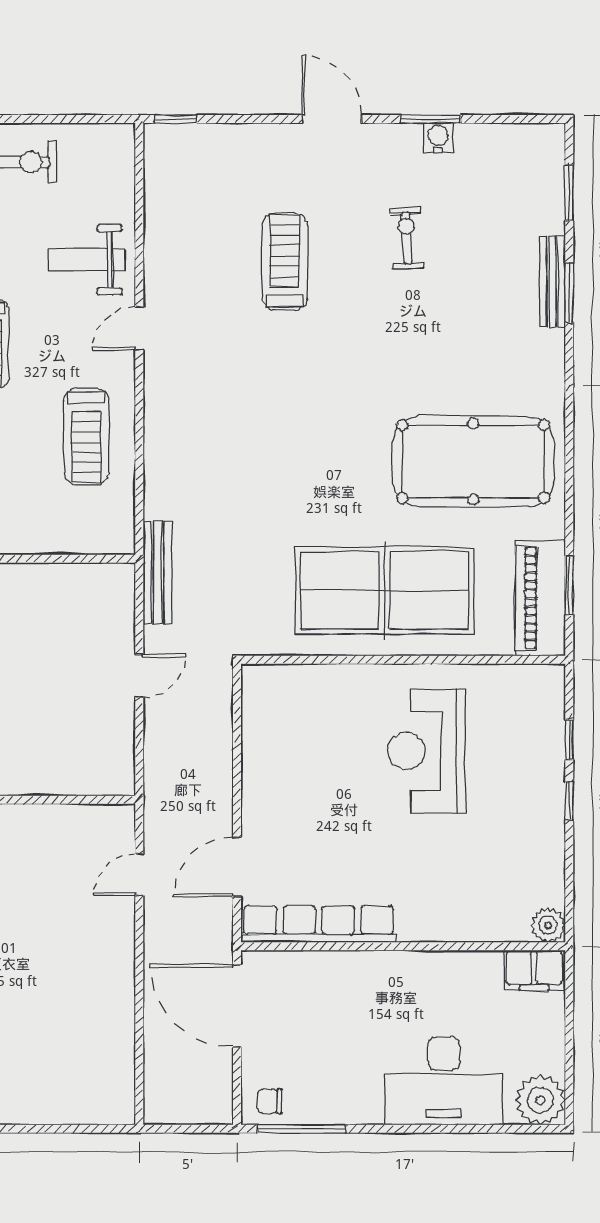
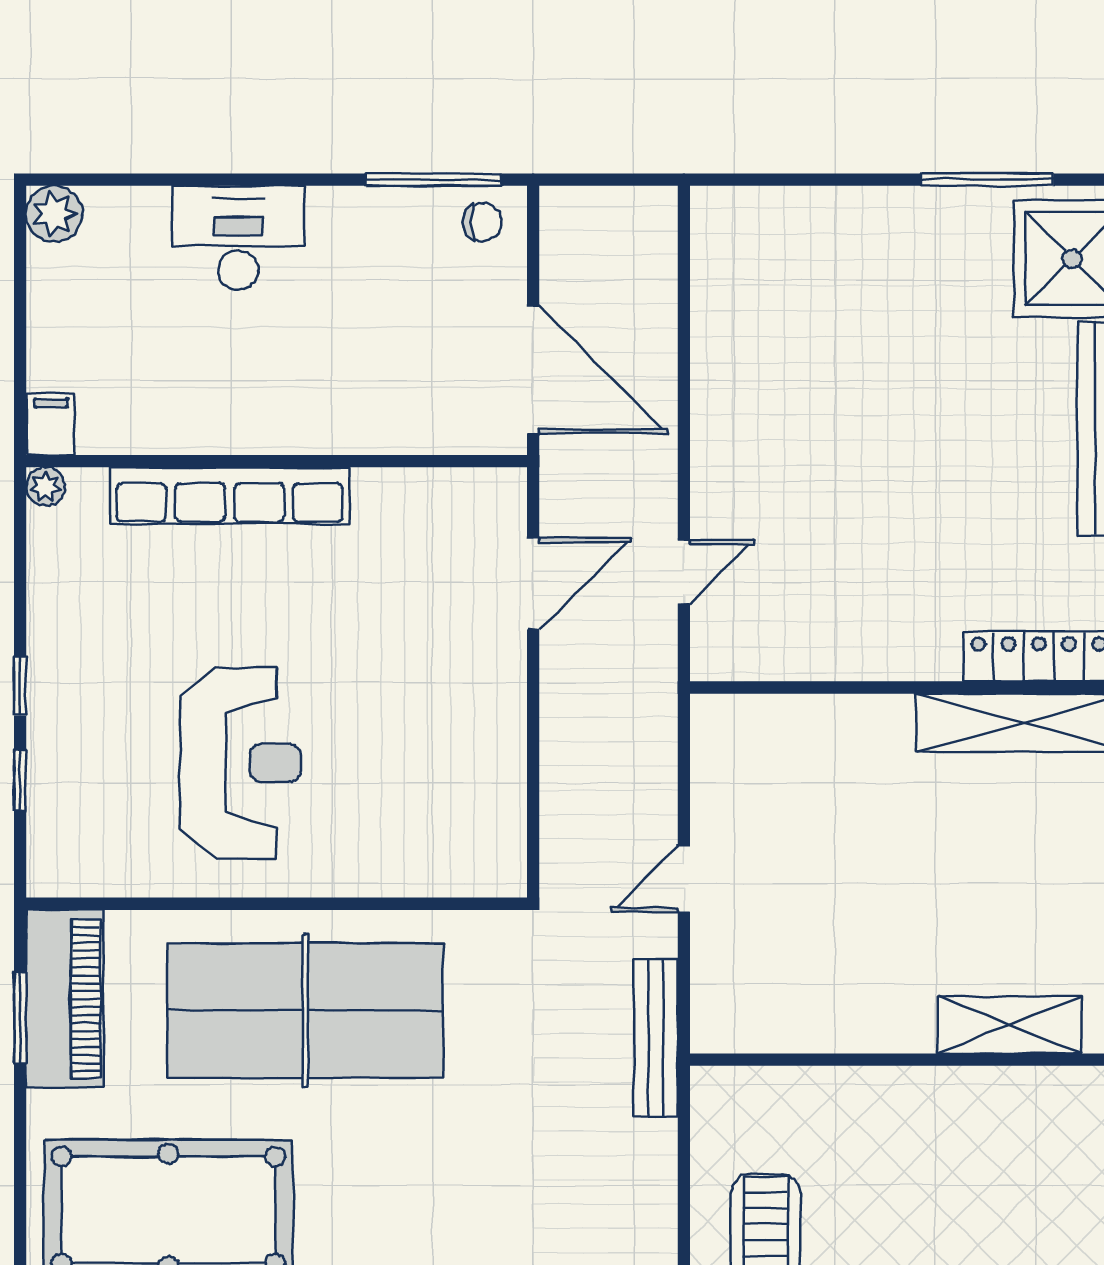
row of seats: (319, 924) -> (230, 496), moved
plant: (548, 925) -> (46, 487), width x0.73, depth x0.73
filing cabinet: (534, 970) -> (51, 424), width x0.50
desk: (444, 1081) -> (238, 238), width x0.73, depth x0.77
plant: (540, 1100) -> (54, 214), width x0.73, depth x0.73

